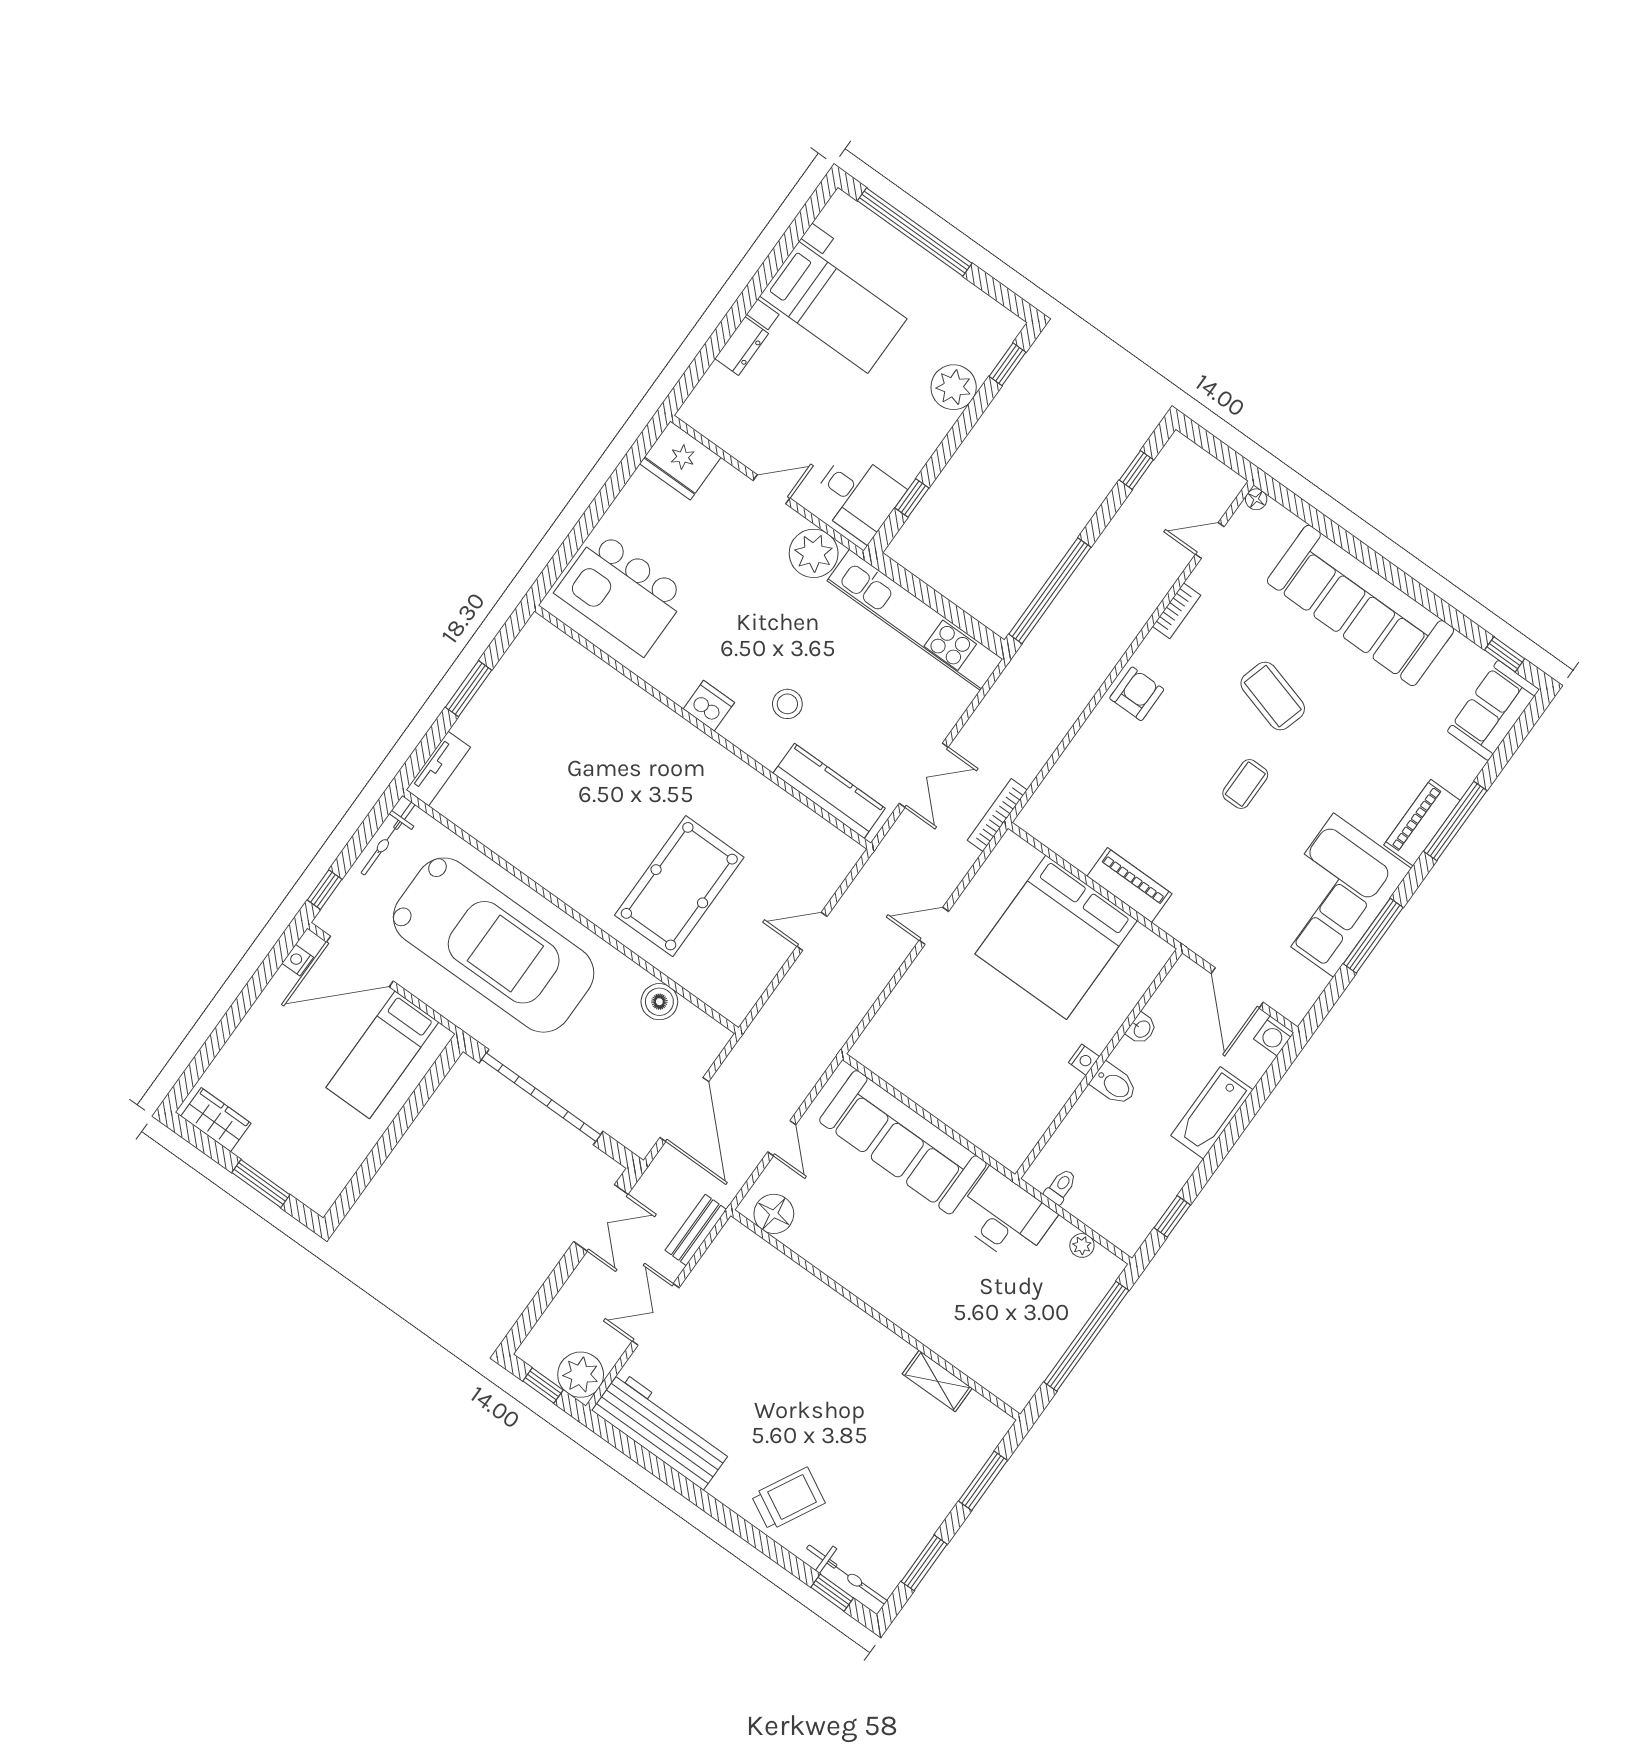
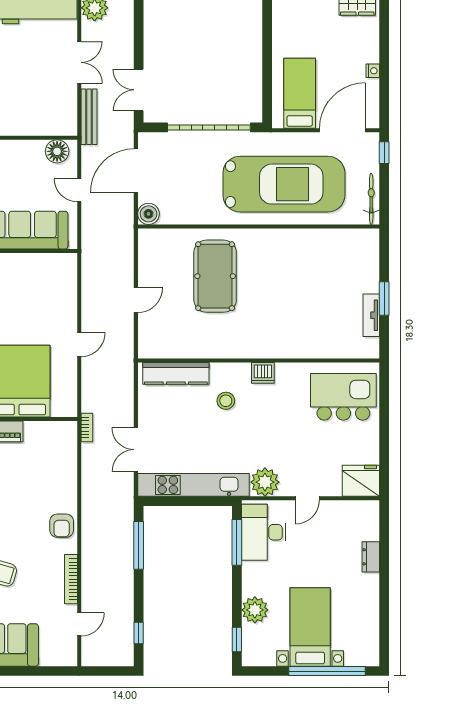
bed with nightstands: (833, 307) -> (310, 627), moved, turned 90
desk: (857, 496) -> (264, 532), width x1.37
window: (912, 498) -> (237, 542), width x2.17
floor lamp: (1256, 499) -> (71, 660), removed
window: (1050, 591) -> (139, 545), width x0.68
bookcase: (1177, 611) -> (71, 579), width x1.56
tv unit: (438, 769) -> (371, 315), moved
double door: (924, 775) -> (136, 450), moved
bookcase: (997, 815) -> (87, 428), width x0.64
car: (494, 945) -> (284, 184), turned 180
nightstand: (298, 960) -> (373, 71), moved
boiler: (659, 1002) -> (148, 214), moved
door: (684, 1109) -> (136, 171), hinge flipped
bench: (696, 1230) -> (89, 117), width x1.36

